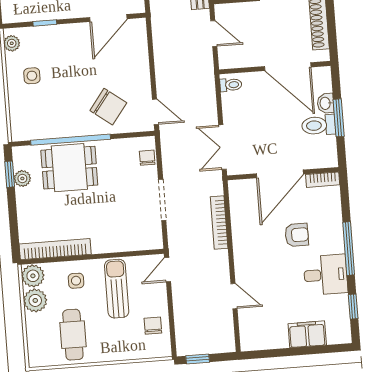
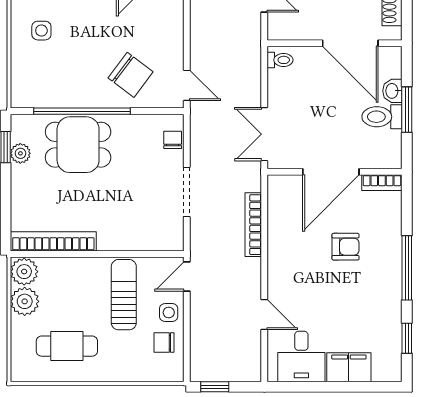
desk: (326, 275) -> (301, 357), moved, turned 90
side table: (76, 281) -> (169, 312), moved
chair: (153, 326) -> (164, 343), turned -90
cafe table: (73, 335) -> (67, 346), turned 90

